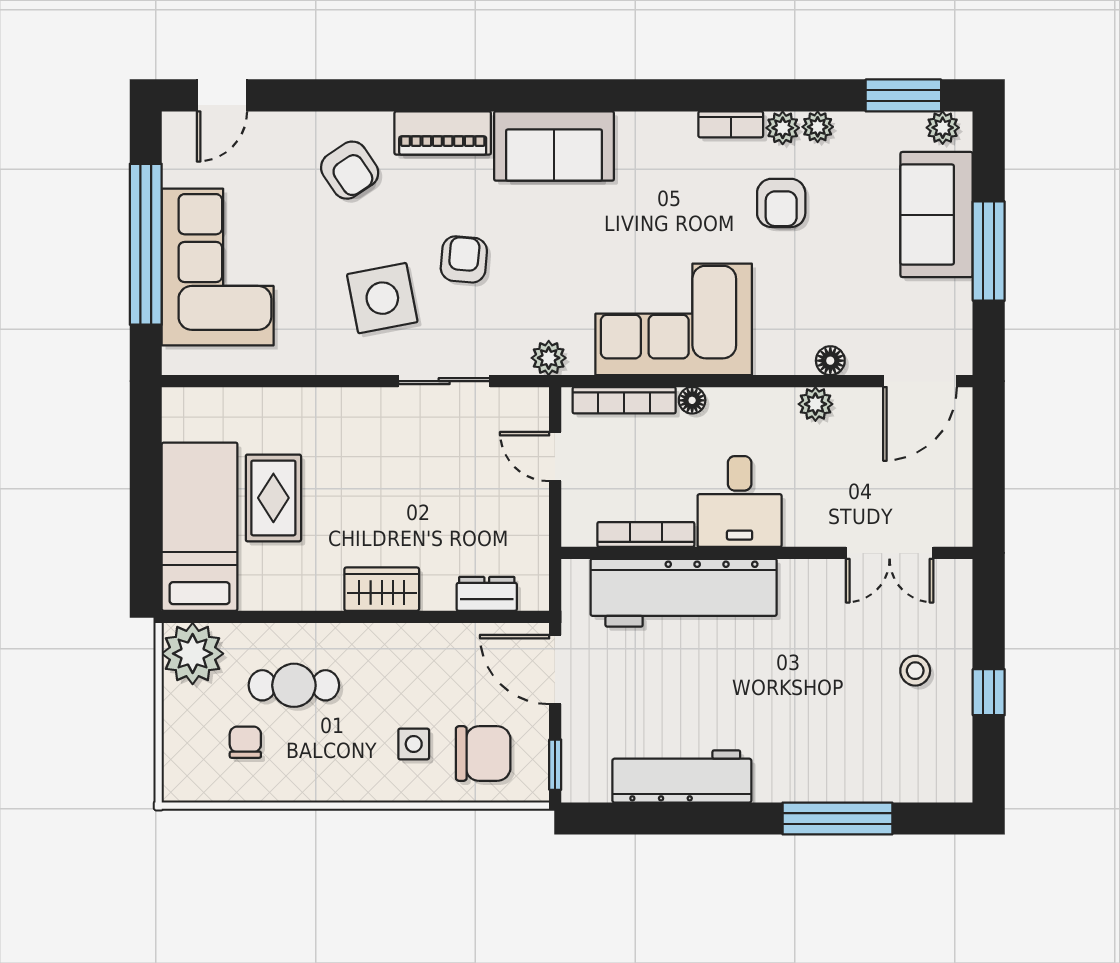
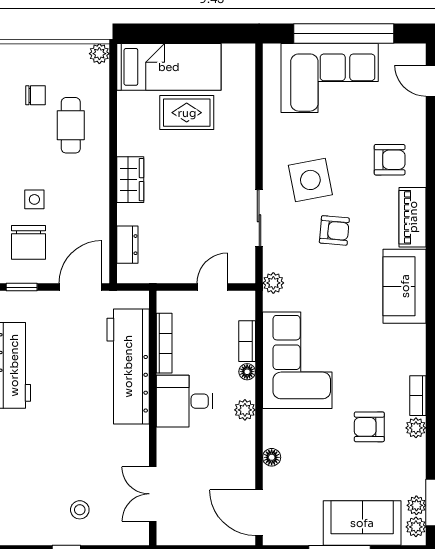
plant: (818, 127) -> (416, 505), moved
armchair: (350, 170) -> (390, 160), turned -146
bookcase: (624, 400) -> (247, 341), width x0.64
plant: (815, 404) -> (245, 410), moved
plant: (193, 654) -> (99, 54), width x0.53, depth x0.53

